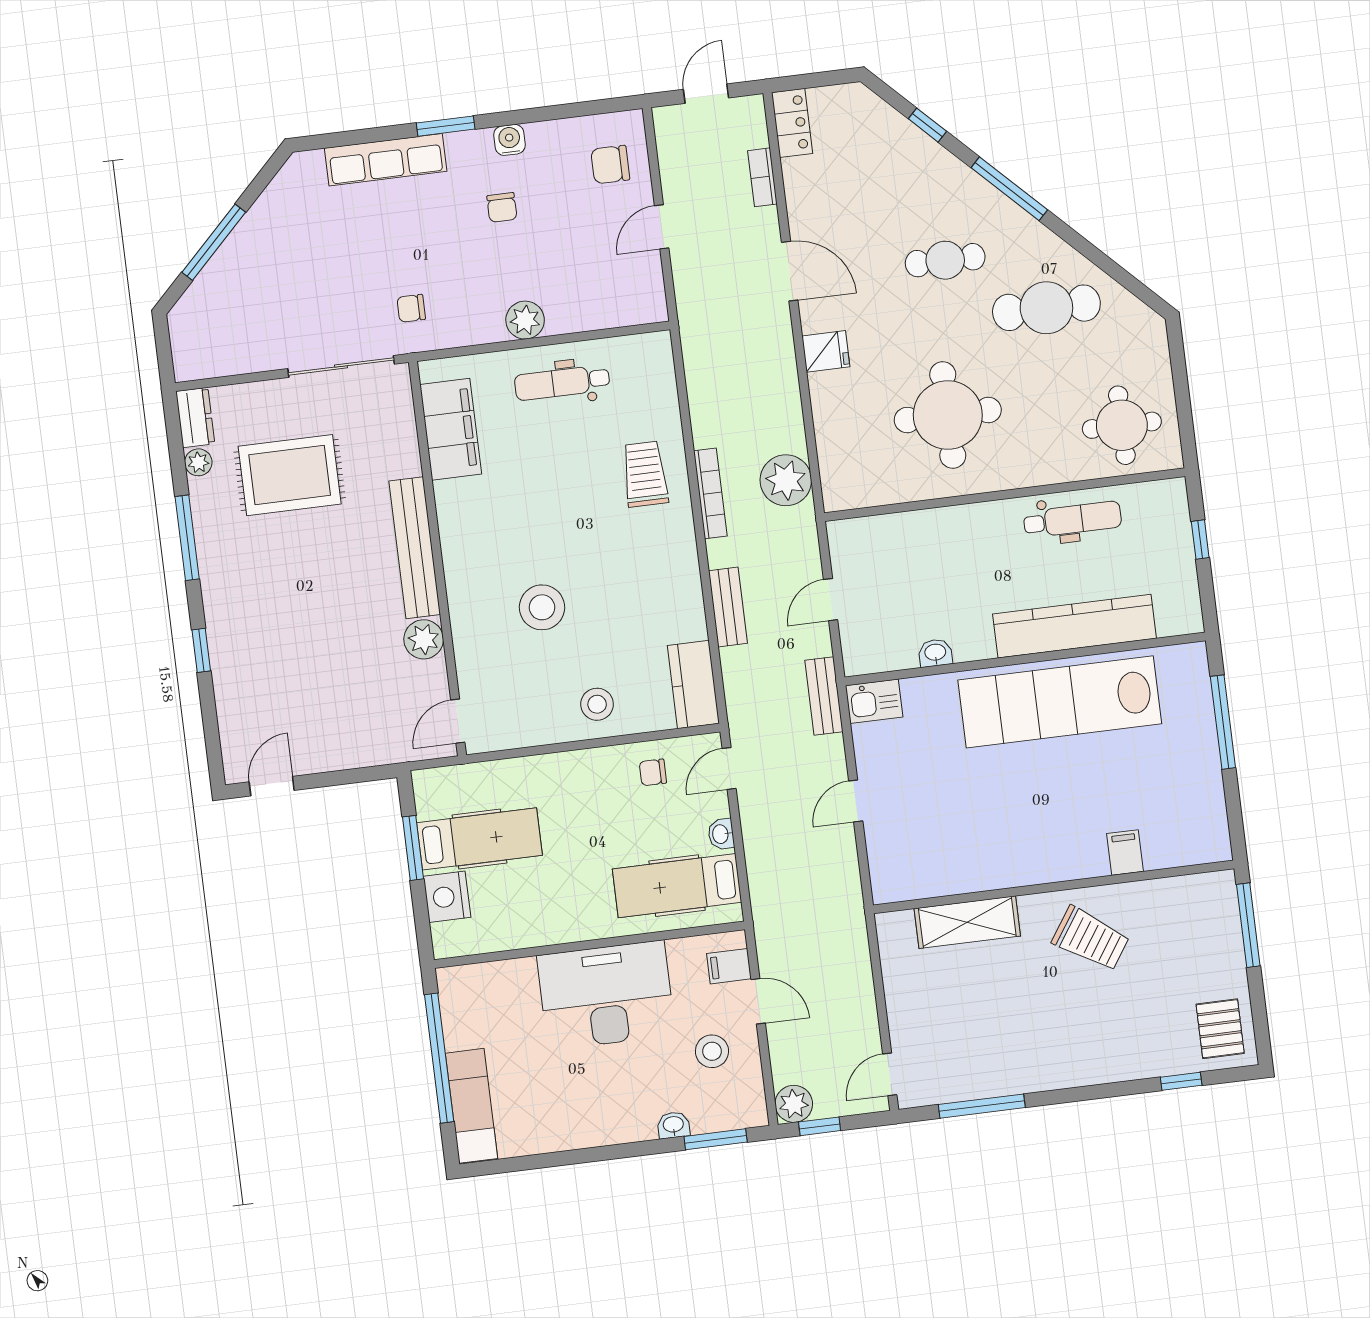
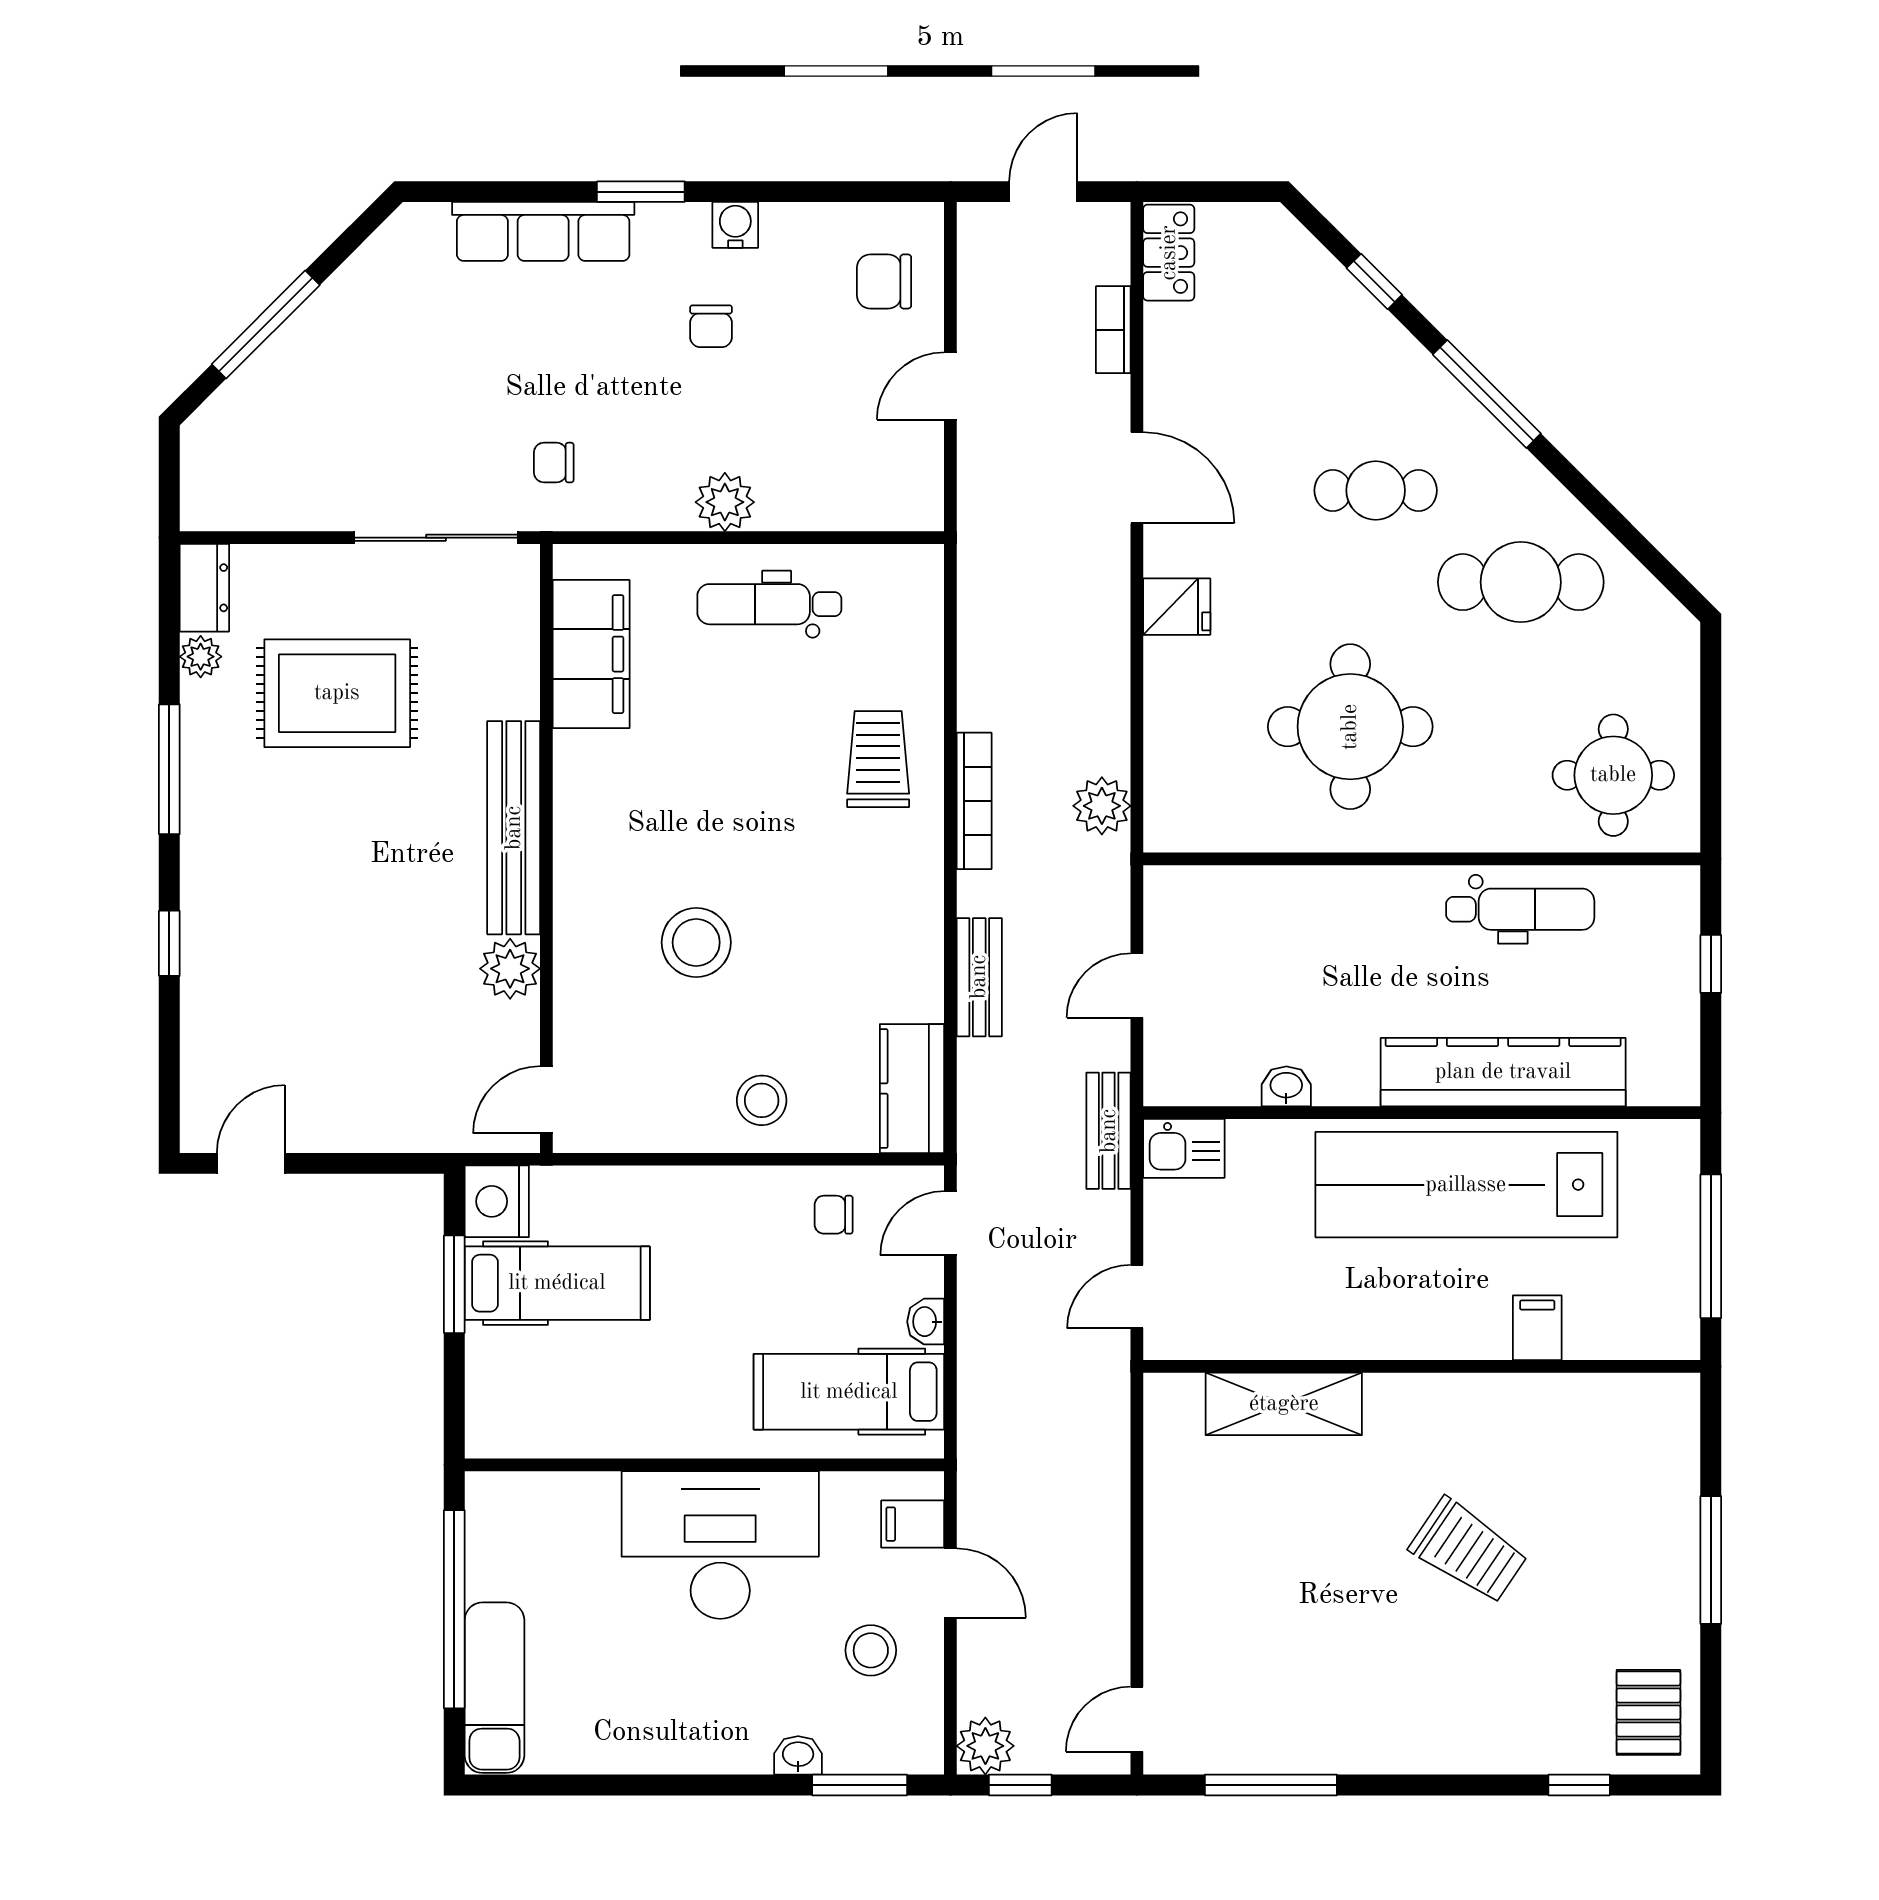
plant: (786, 480) -> (1102, 806), width x0.73, depth x0.73
filing cabinet: (1125, 853) -> (1537, 1328), moved
wall: (1054, 887) -> (1422, 1366), moved
nightstand: (447, 897) -> (497, 1201), moved
shelving: (967, 922) -> (1284, 1404), moved

